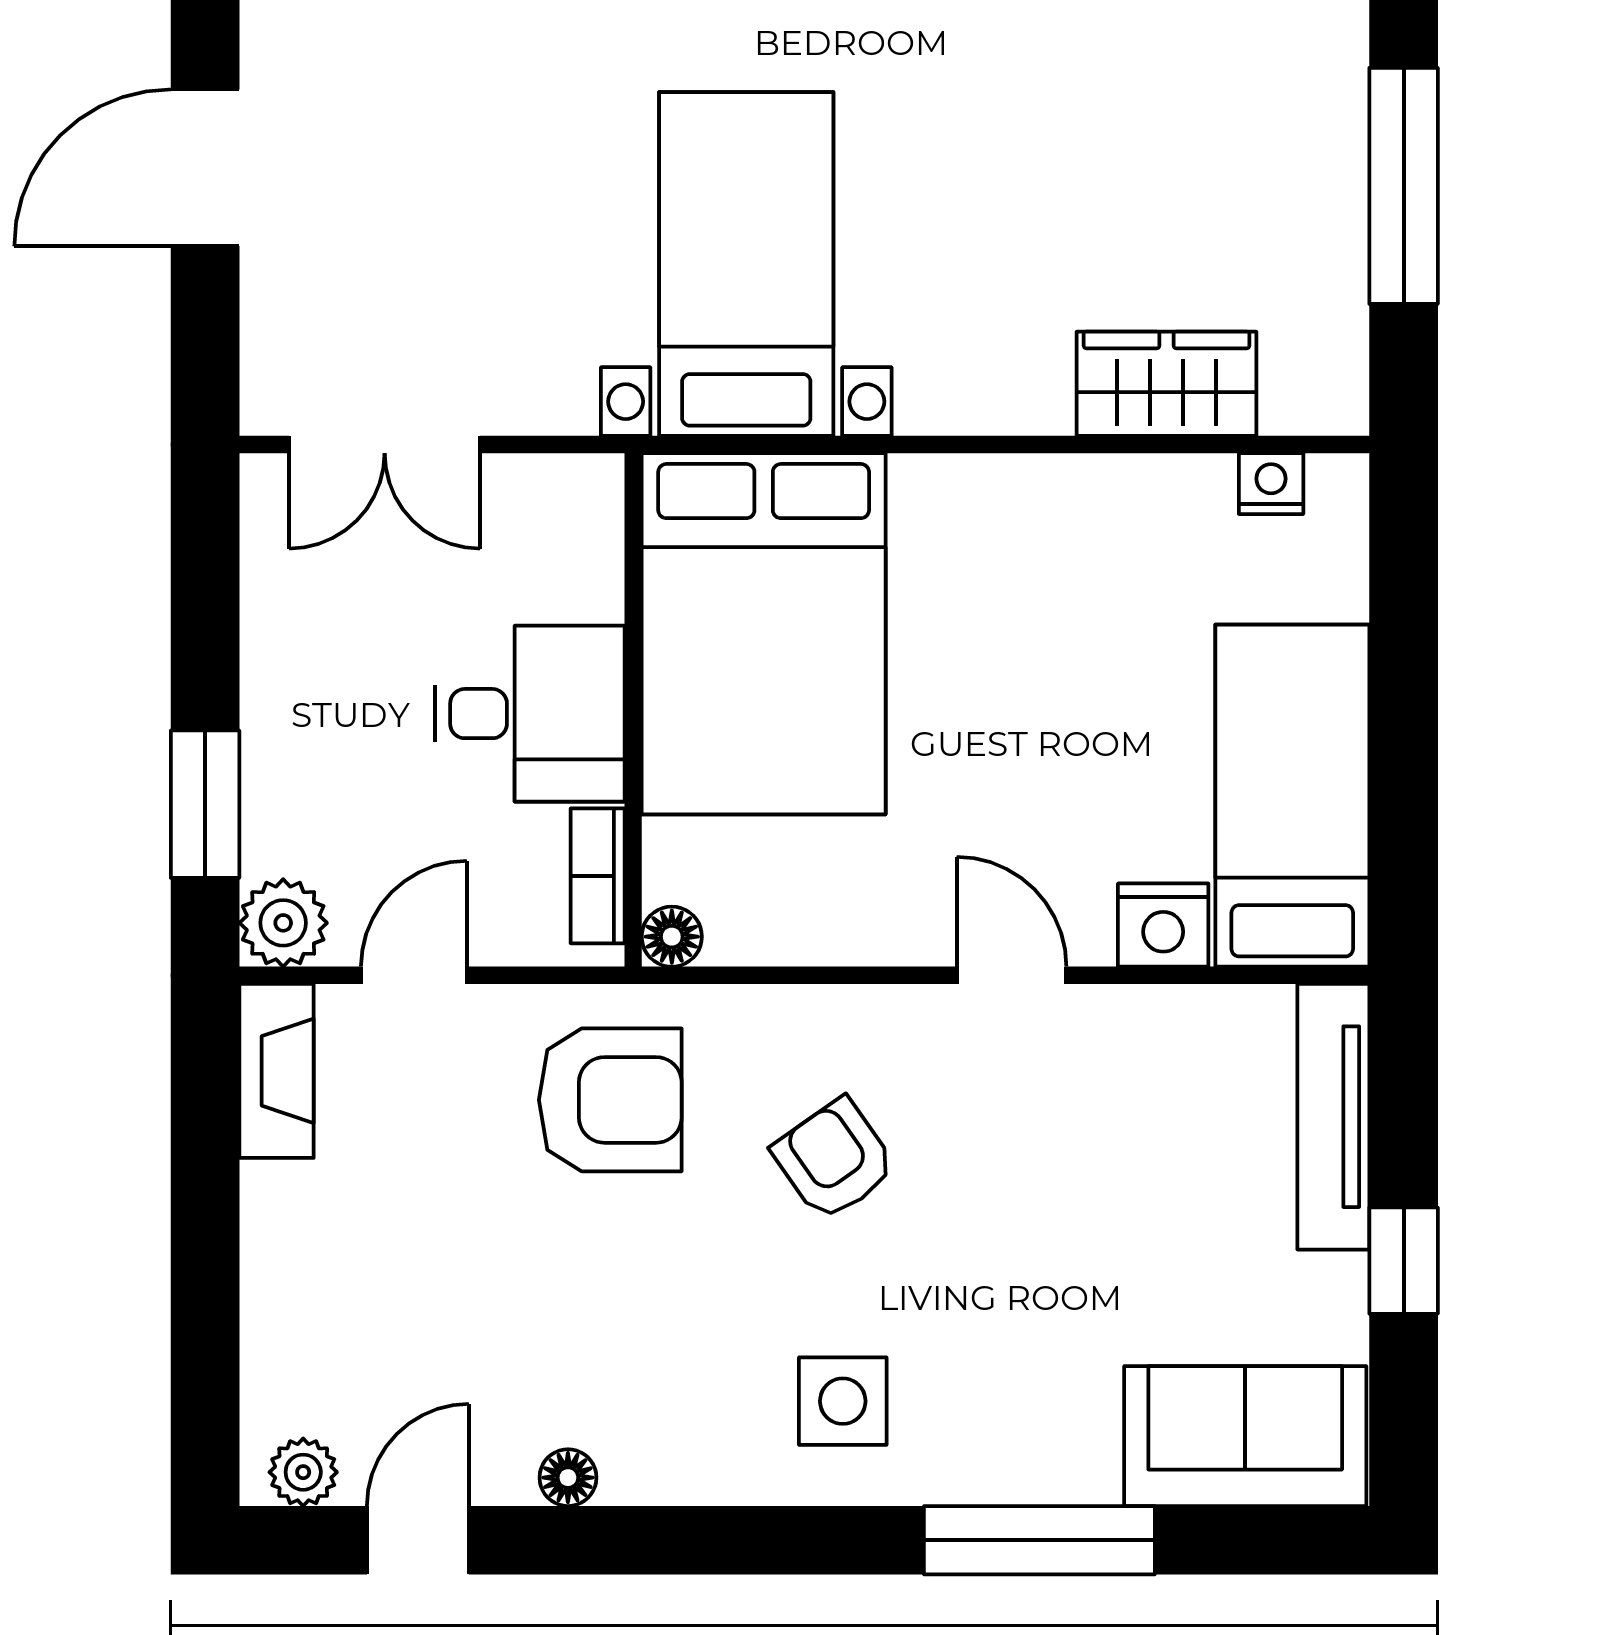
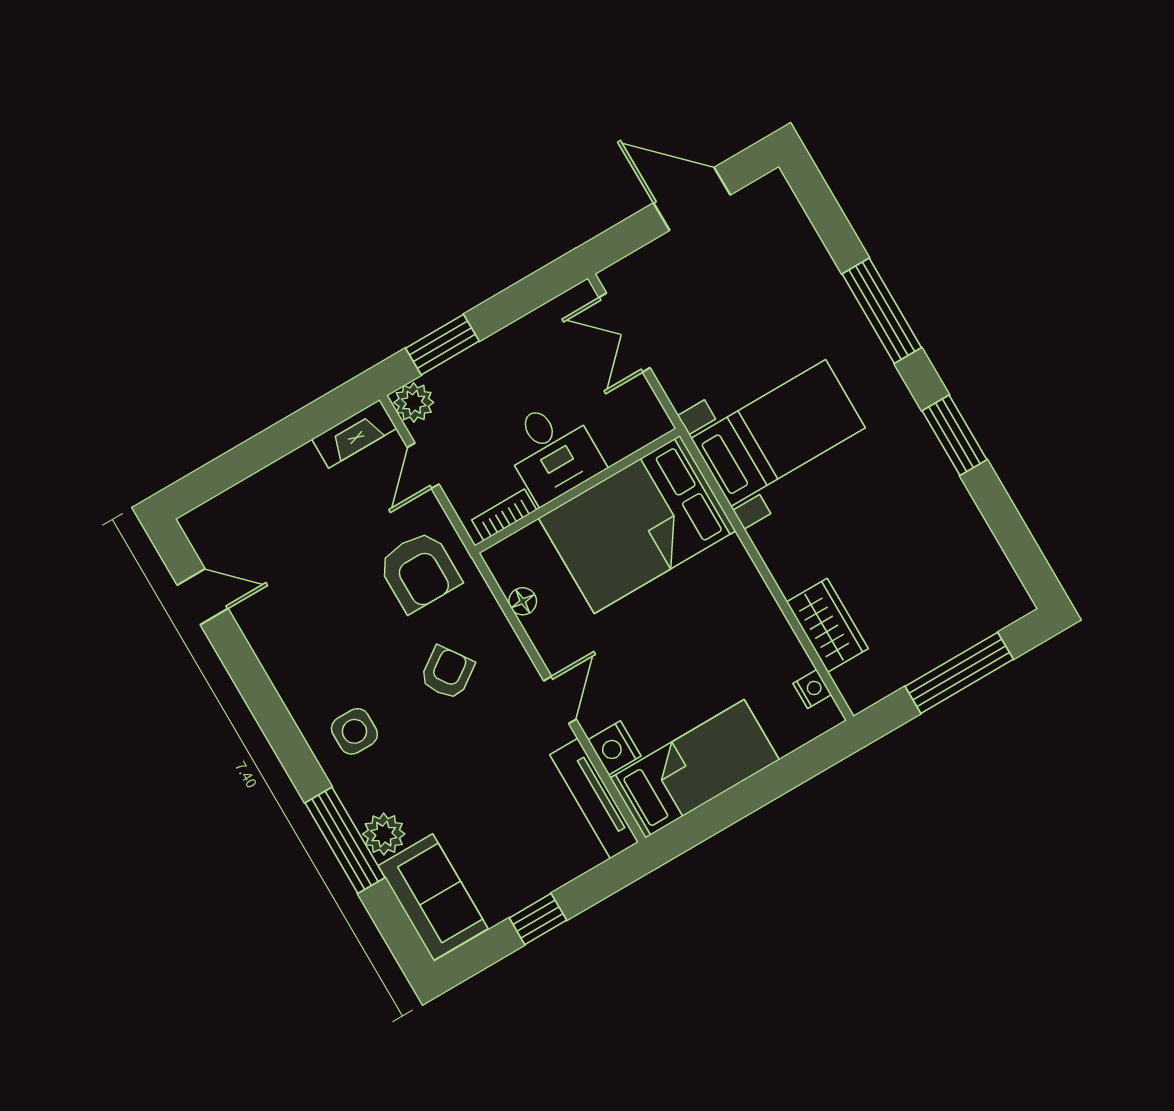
floor lamp: (672, 937) -> (523, 601), moved
door: (414, 975) -> (423, 466), swing flipped
tv unit: (1333, 1117) -> (594, 798), moved, turned -90
plant: (303, 1472) -> (384, 834), moved, width x1.38, depth x1.38
floor lamp: (568, 1478) -> (262, 641), removed

